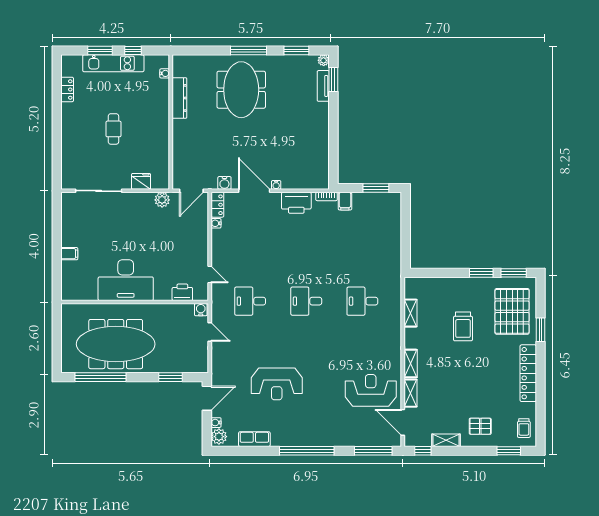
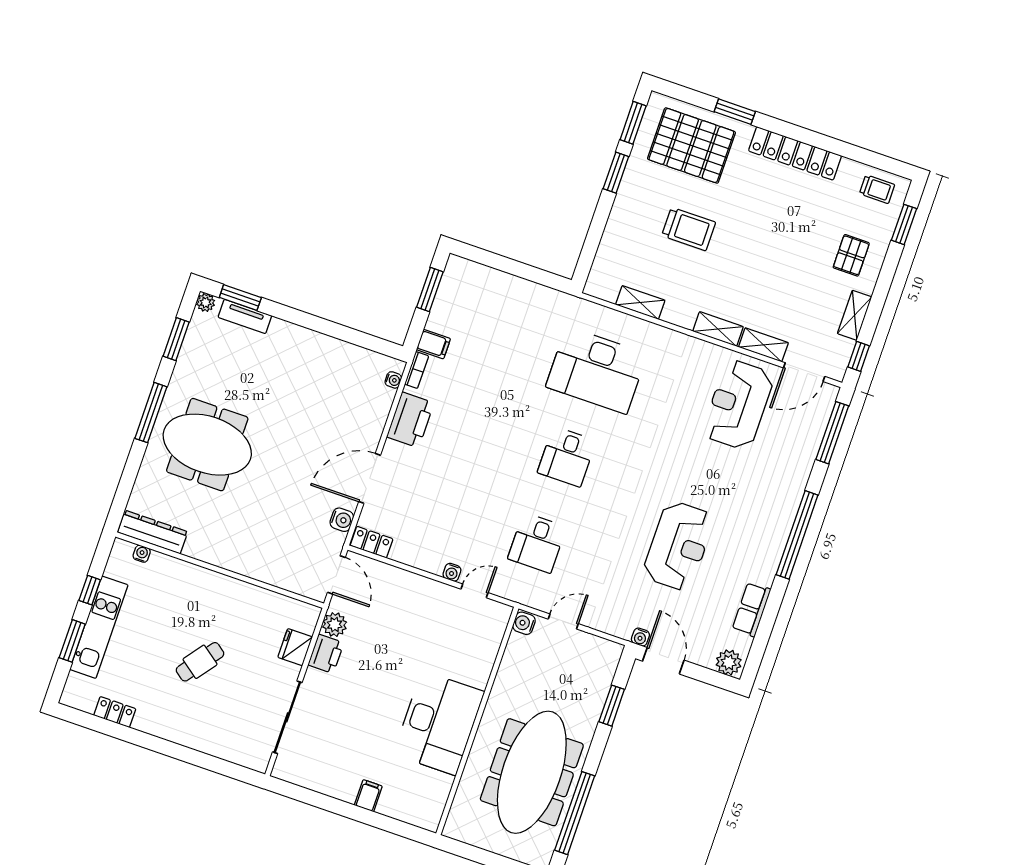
dresser: (179, 98) -> (153, 532), moved
cafe table: (113, 129) -> (200, 662), turned -53
water cooler: (276, 185) -> (393, 380), moved
water cooler: (216, 223) -> (452, 572), moved
printer: (182, 292) -> (326, 654), moved, turned 180
desk: (362, 301) -> (596, 370), width x1.87, depth x1.30
water cooler: (216, 423) -> (640, 637), moved

